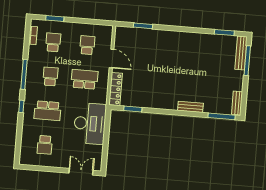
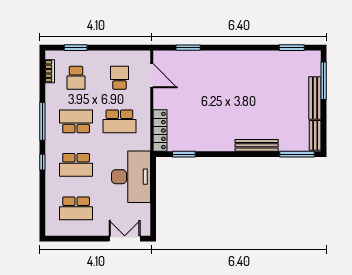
school desk: (53, 42) -> (76, 78), turned 180
bench: (241, 53) -> (315, 98), moved
door: (112, 59) -> (152, 76), moved
school desk: (50, 77) -> (76, 121), width x1.85
school desk: (84, 79) -> (119, 121), turned 180
bench: (190, 107) -> (257, 145), width x1.36
school desk: (45, 145) -> (76, 208), width x1.85

